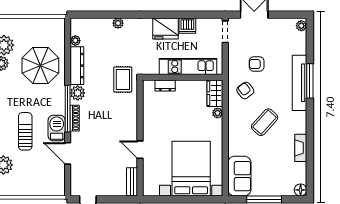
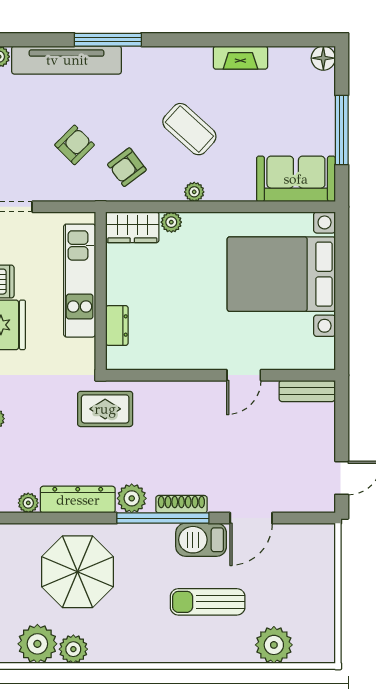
armchair: (257, 64) -> (75, 145), turned -135
tv unit: (300, 83) -> (67, 60), moved
plant: (233, 125) -> (194, 192), added

